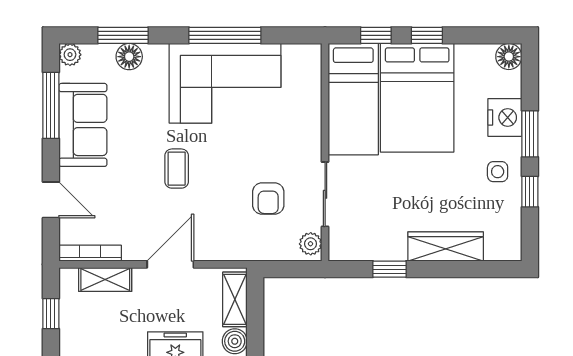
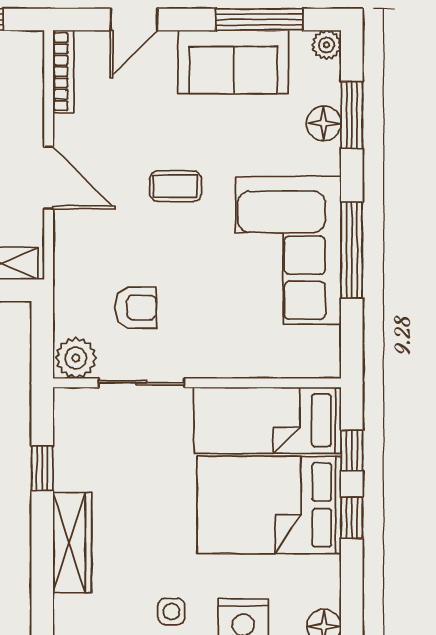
armchair: (268, 199) -> (136, 308), turned 180
plant: (311, 244) -> (76, 358), width x1.38, depth x1.38
shelving: (105, 279) -> (29, 92), removed

